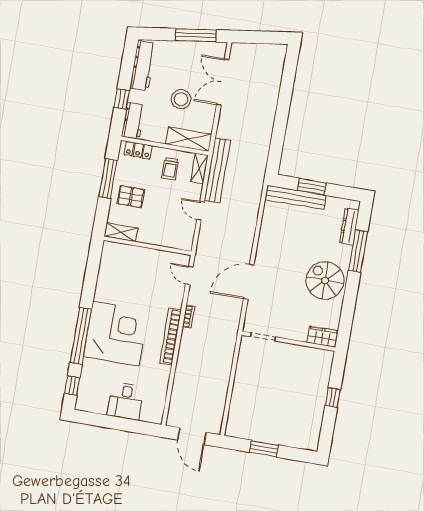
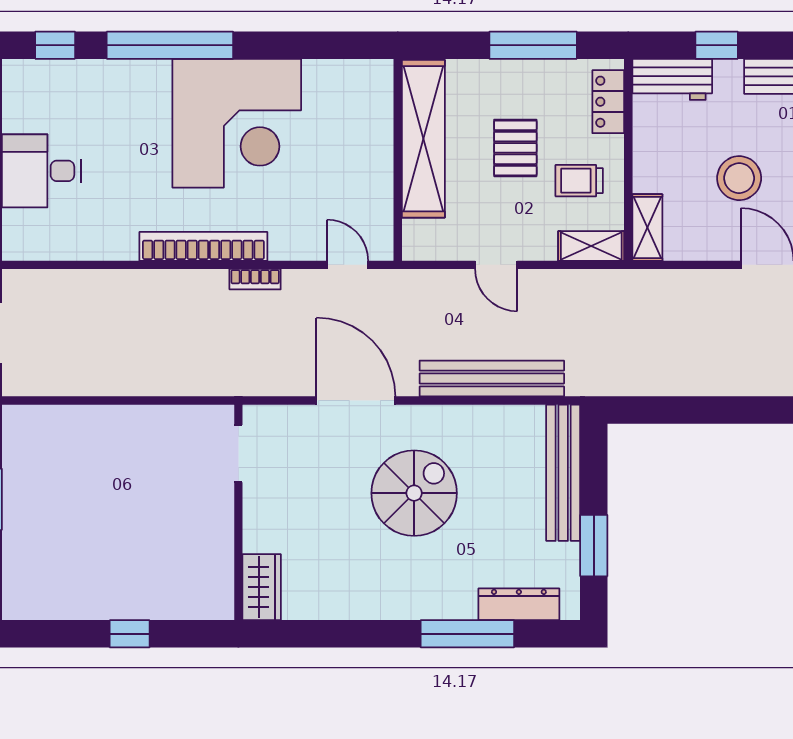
shelving: (189, 139) -> (647, 228), width x0.67, depth x0.75
bench: (217, 170) -> (492, 378), moved
window: (312, 187) -> (594, 546), moved
pallet: (131, 197) -> (515, 148), moved
door: (200, 211) -> (496, 265), swing flipped
shelving: (121, 232) -> (423, 139), width x2.20, depth x1.33
door: (189, 275) -> (348, 265), hinge flipped
spiral stairs: (325, 280) -> (414, 493), moved
corner desk: (116, 334) -> (237, 123), moved

